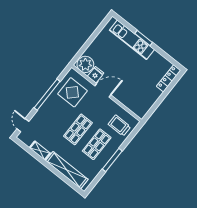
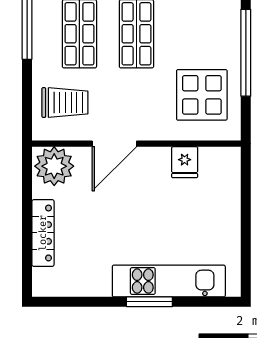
plant: (85, 64) -> (54, 166), moved
locker: (169, 78) -> (43, 233), moved
door: (103, 90) -> (114, 144), moved

